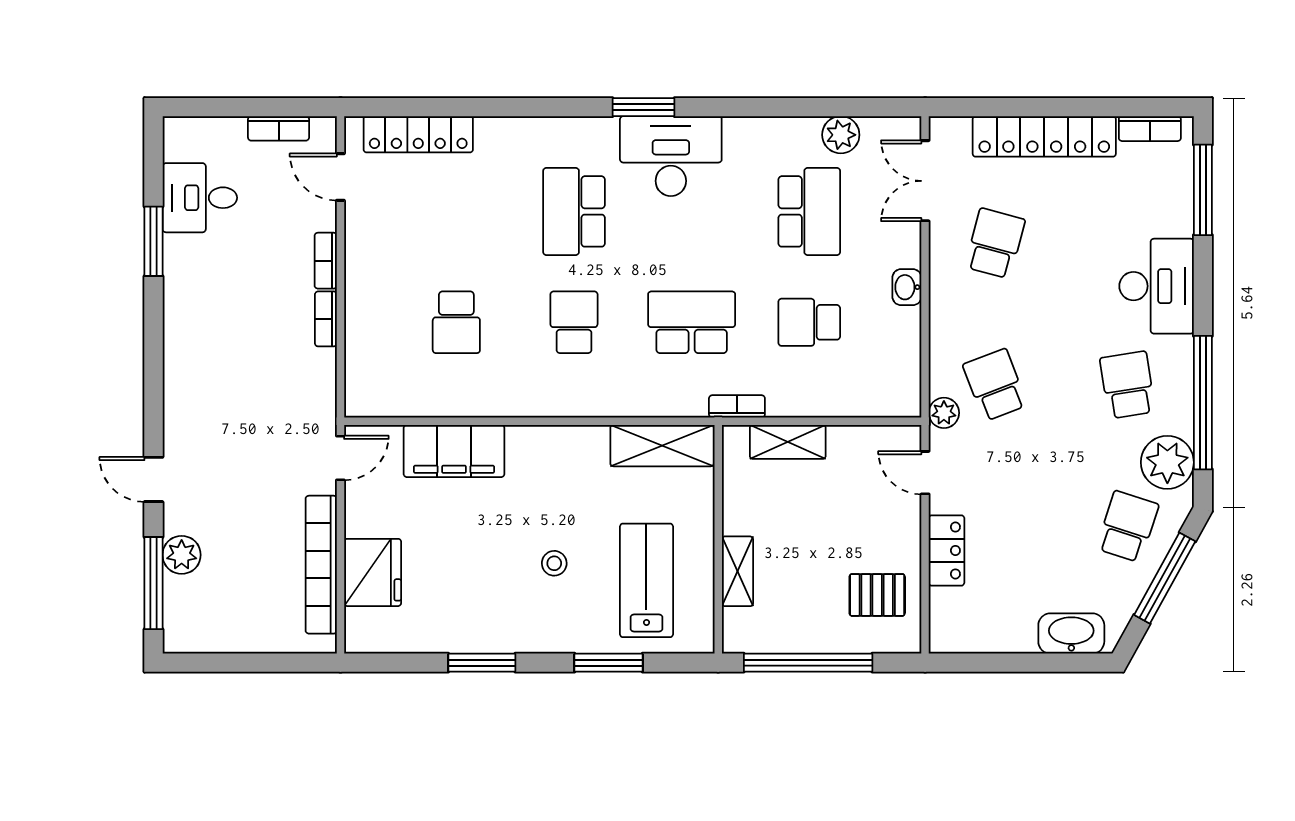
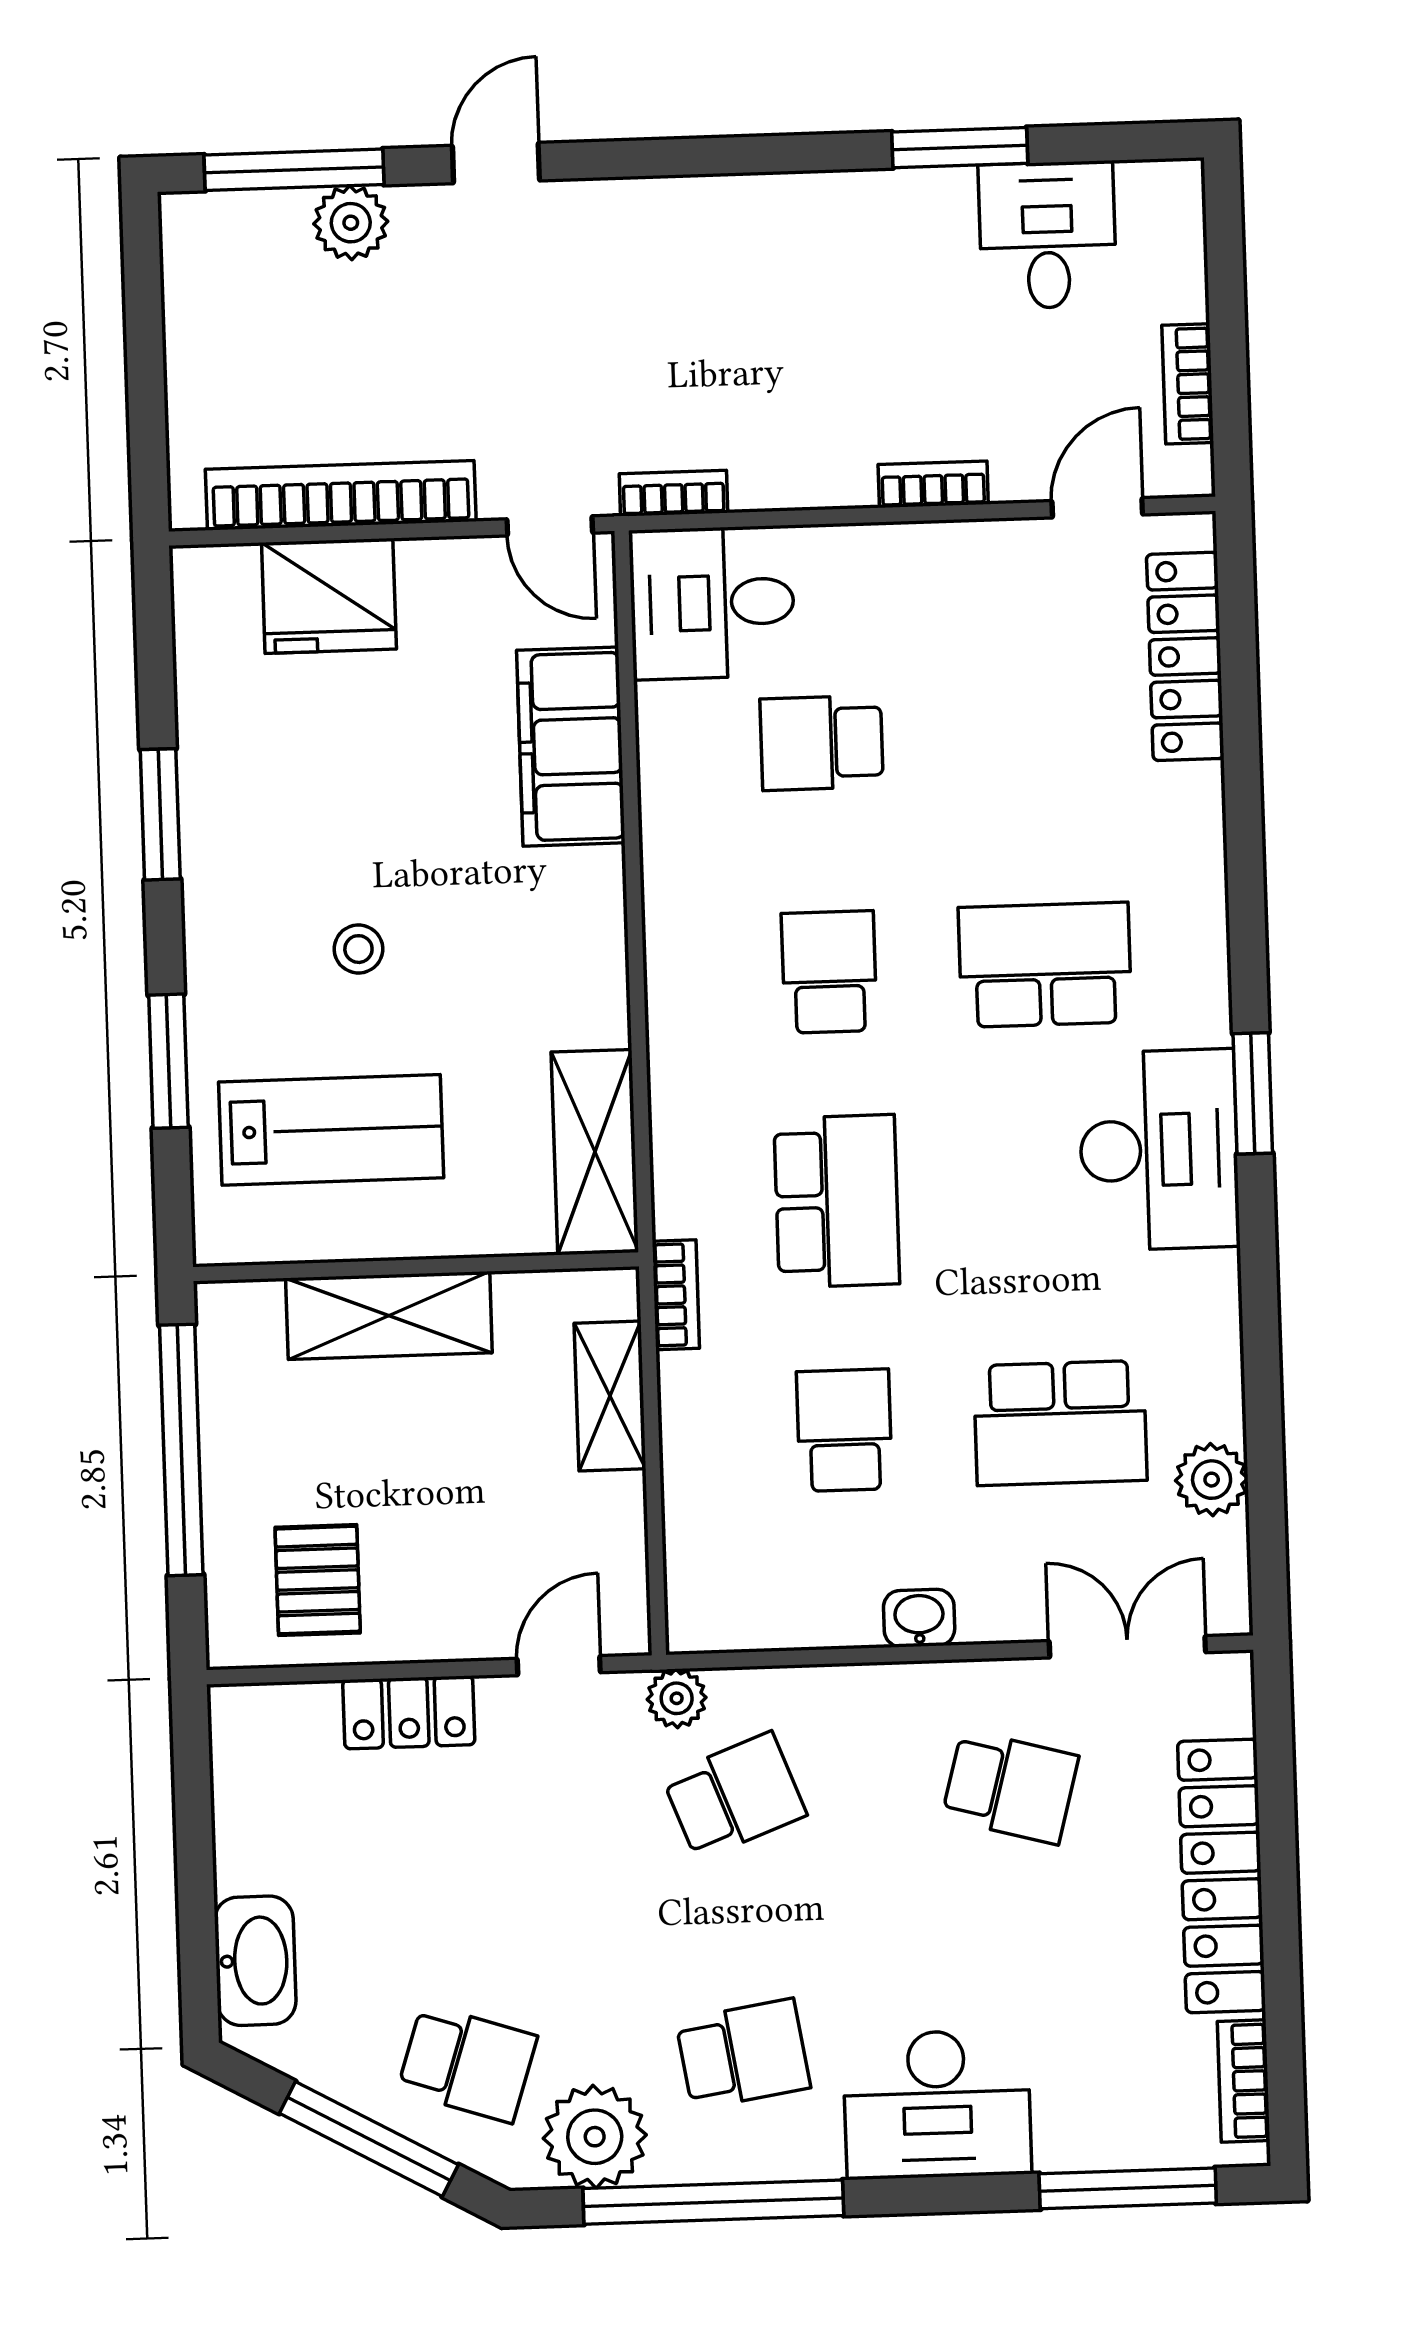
bookcase: (326, 319) -> (673, 493), moved
school desk: (574, 322) -> (829, 972), turned -90
desk: (383, 376) -> (712, 603), added
shelving: (737, 571) -> (389, 1316), width x1.50, depth x1.33

